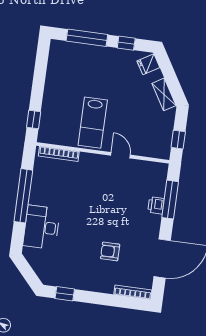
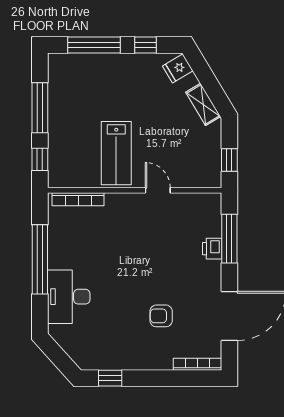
window: (39, 80) -> (40, 108), added

